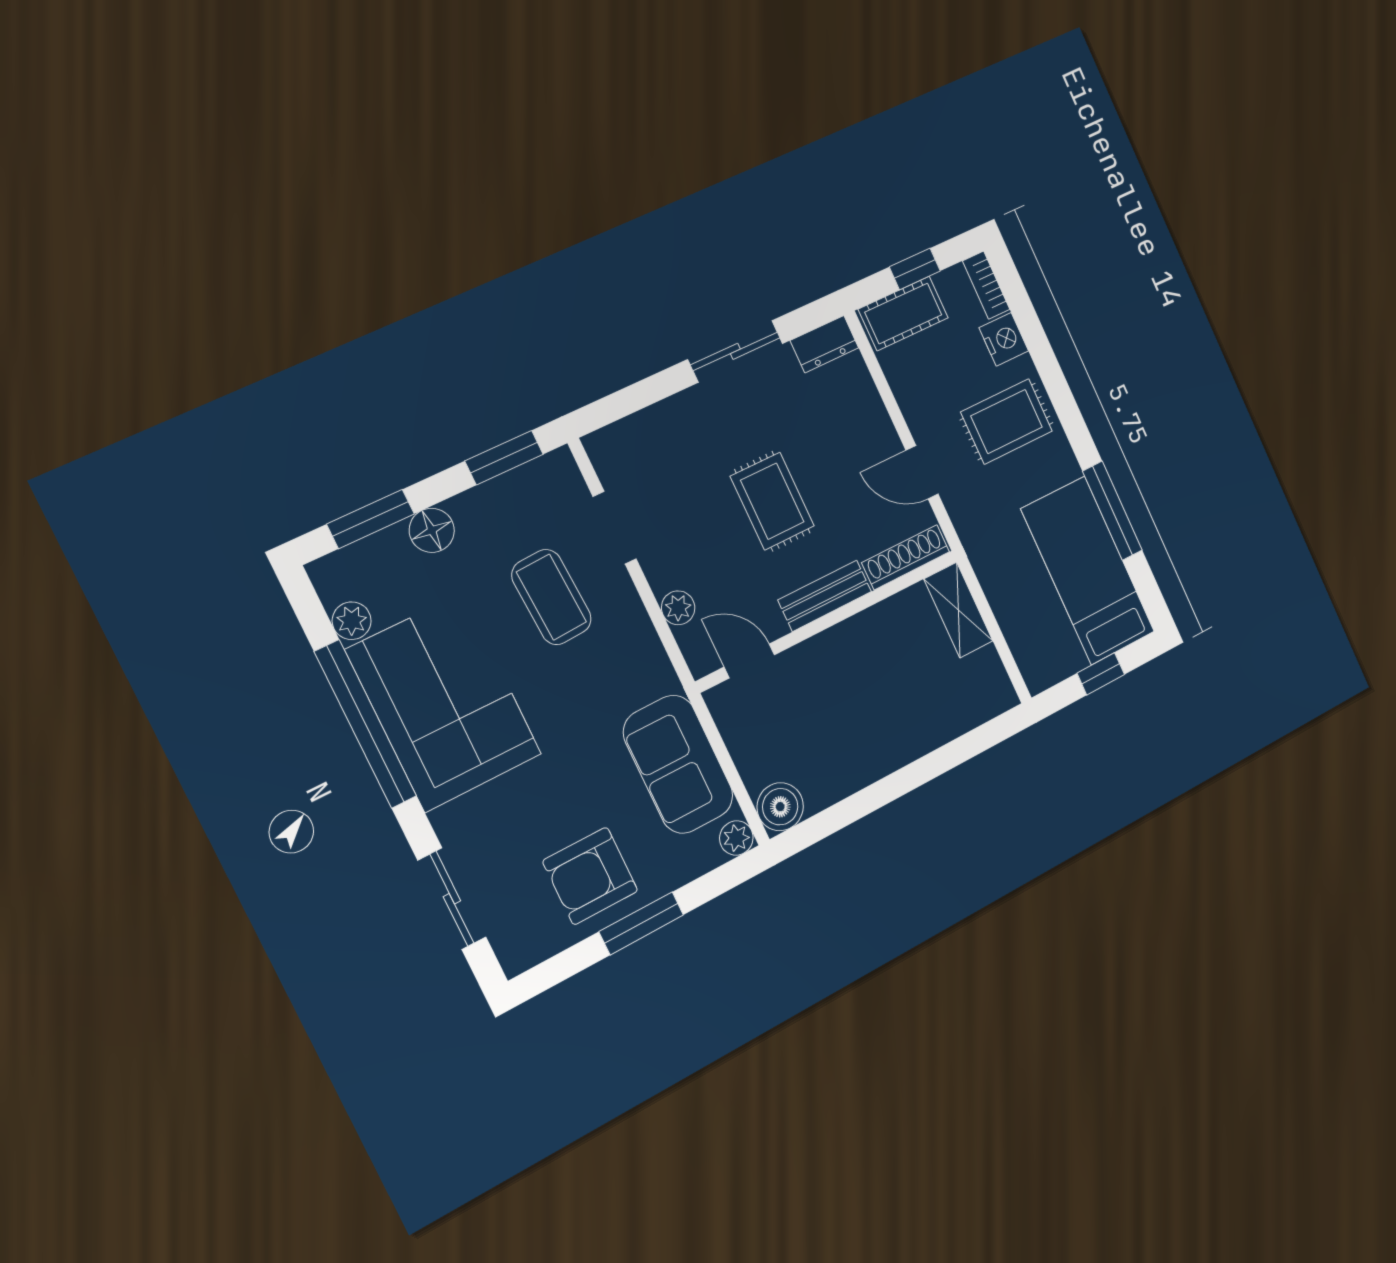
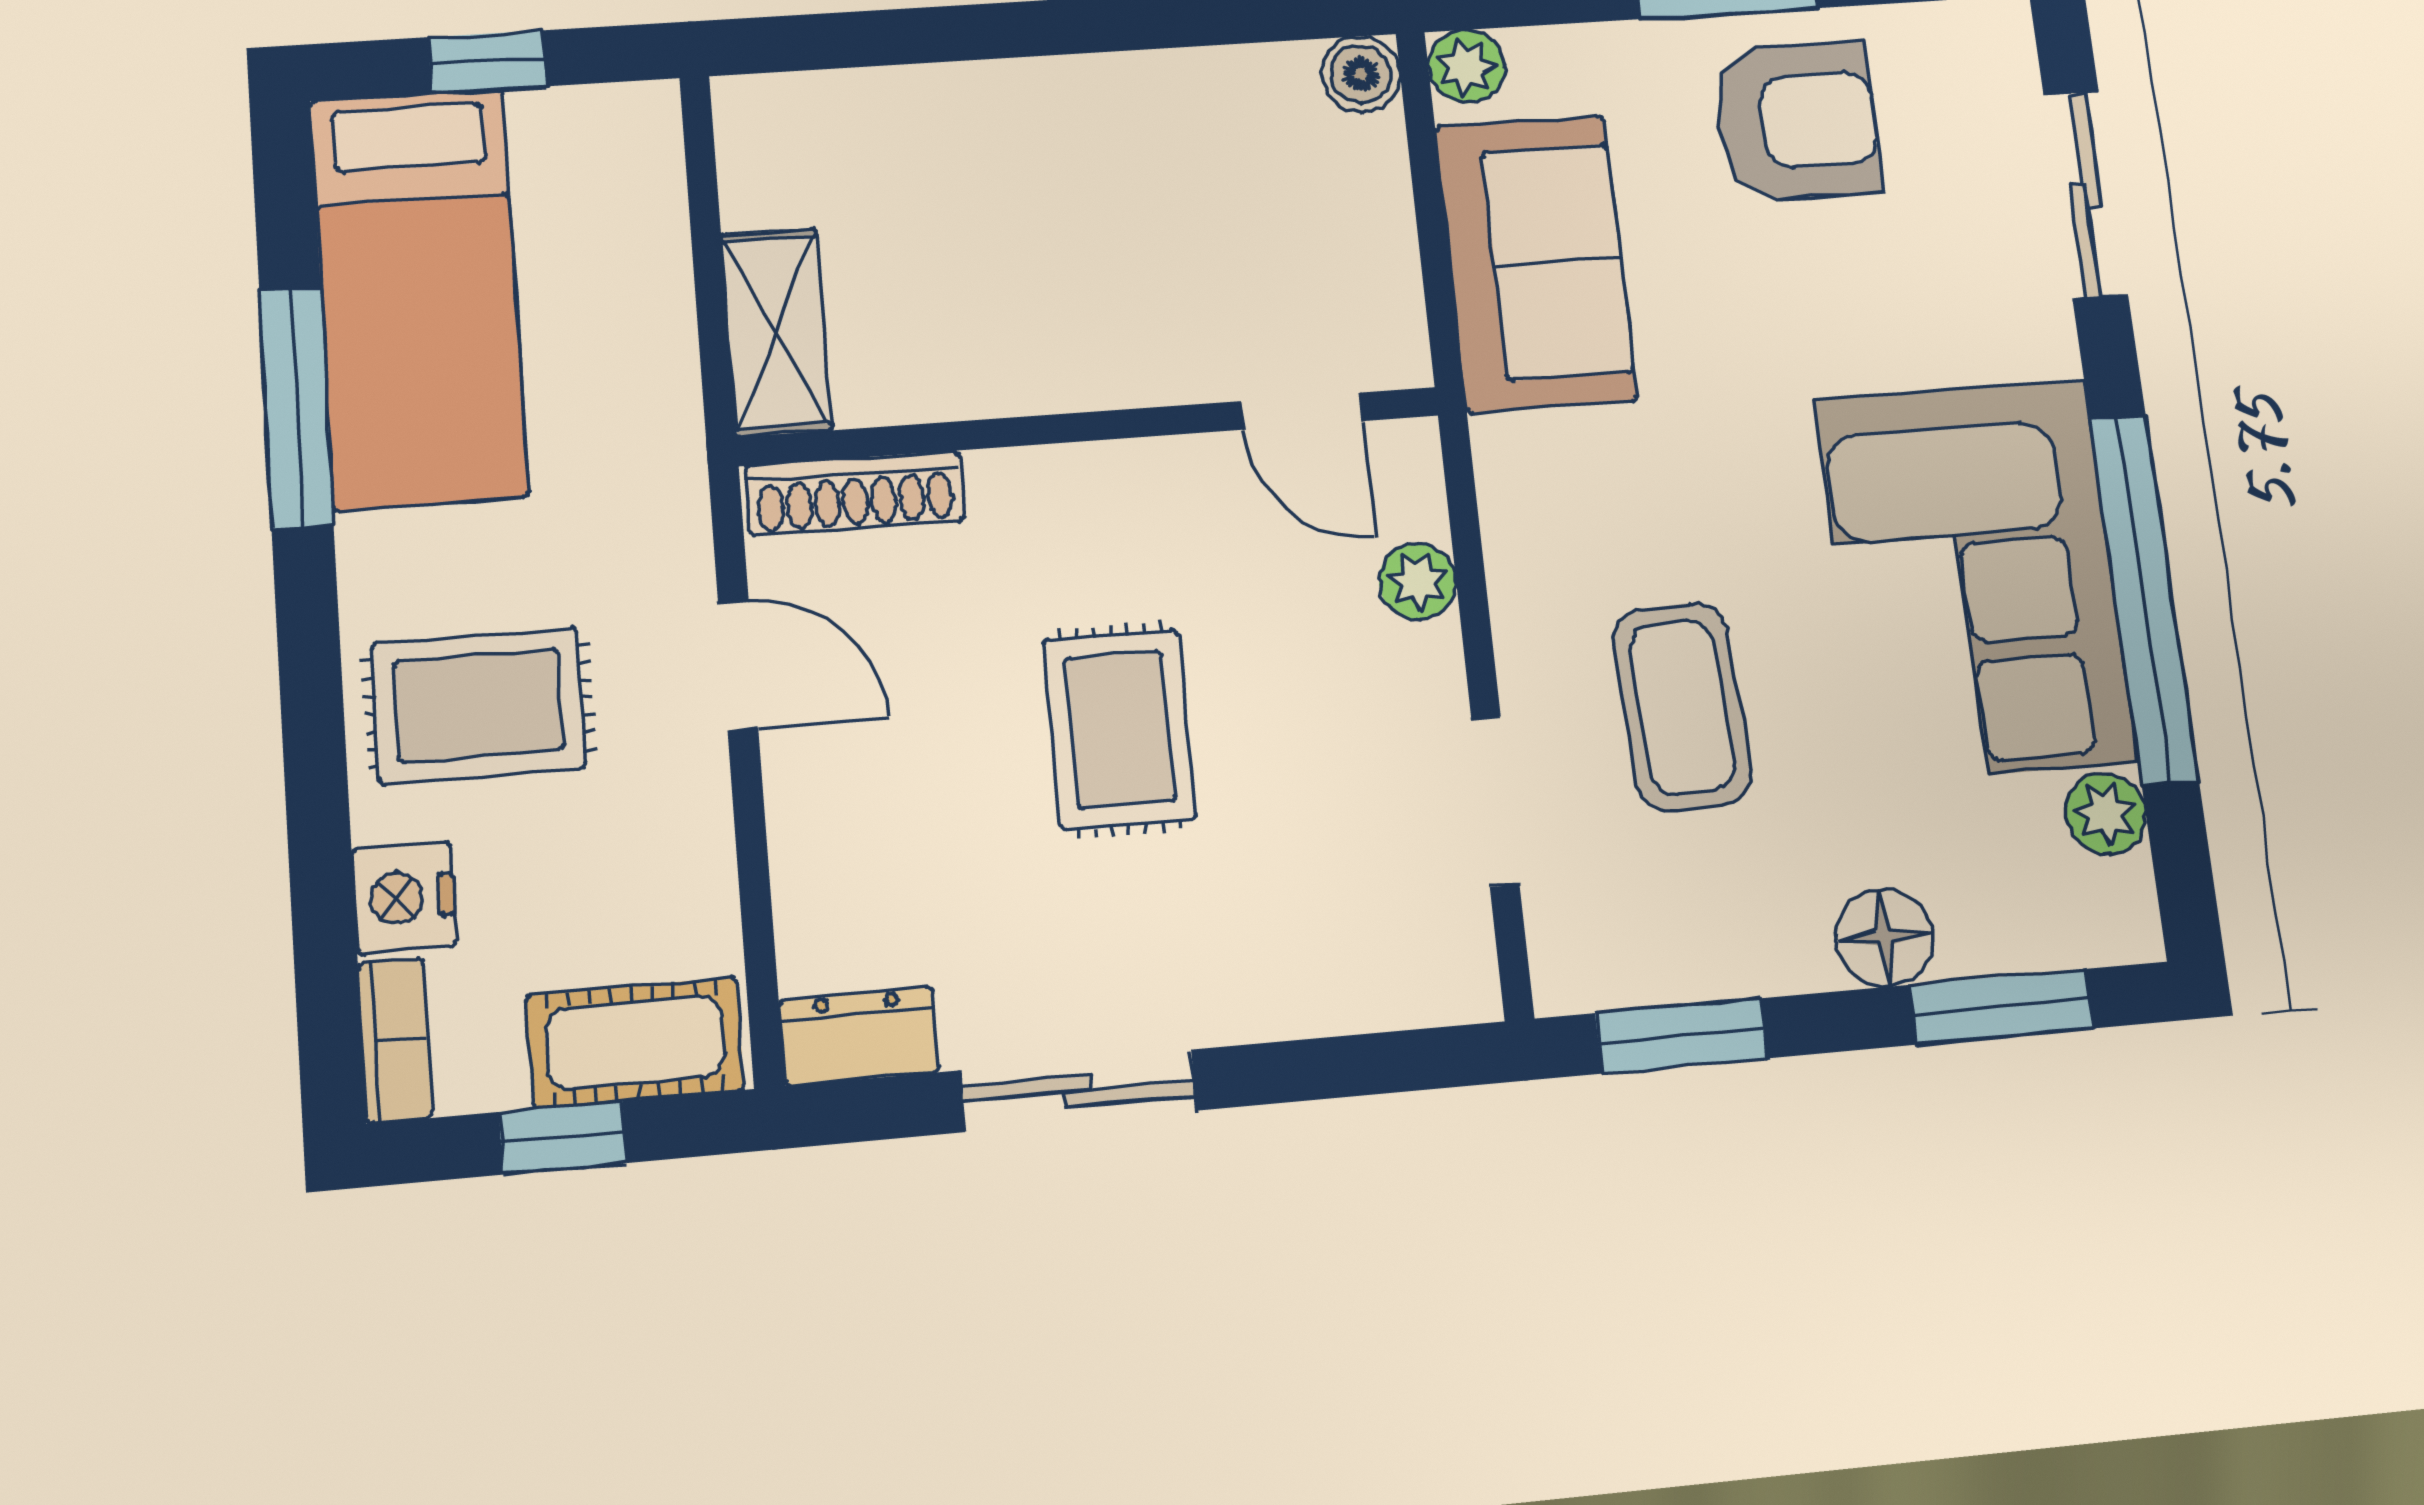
bench: (825, 596) -> (1078, 482), removed
boiler: (780, 807) -> (1361, 74), width x0.73, depth x0.73

